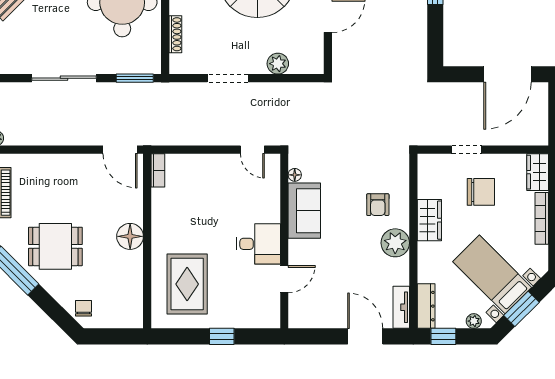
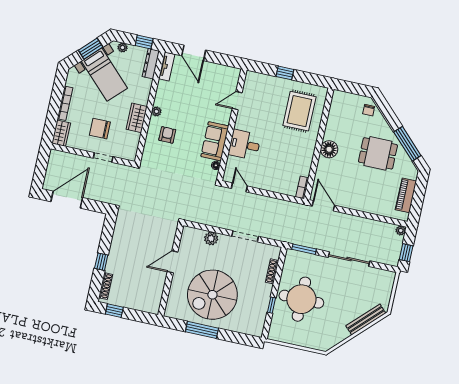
plant: (395, 243) -> (156, 111), width x0.53, depth x0.53
desk: (258, 244) -> (245, 145), moved

